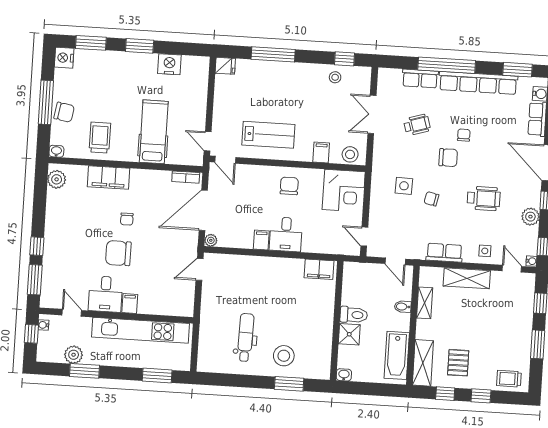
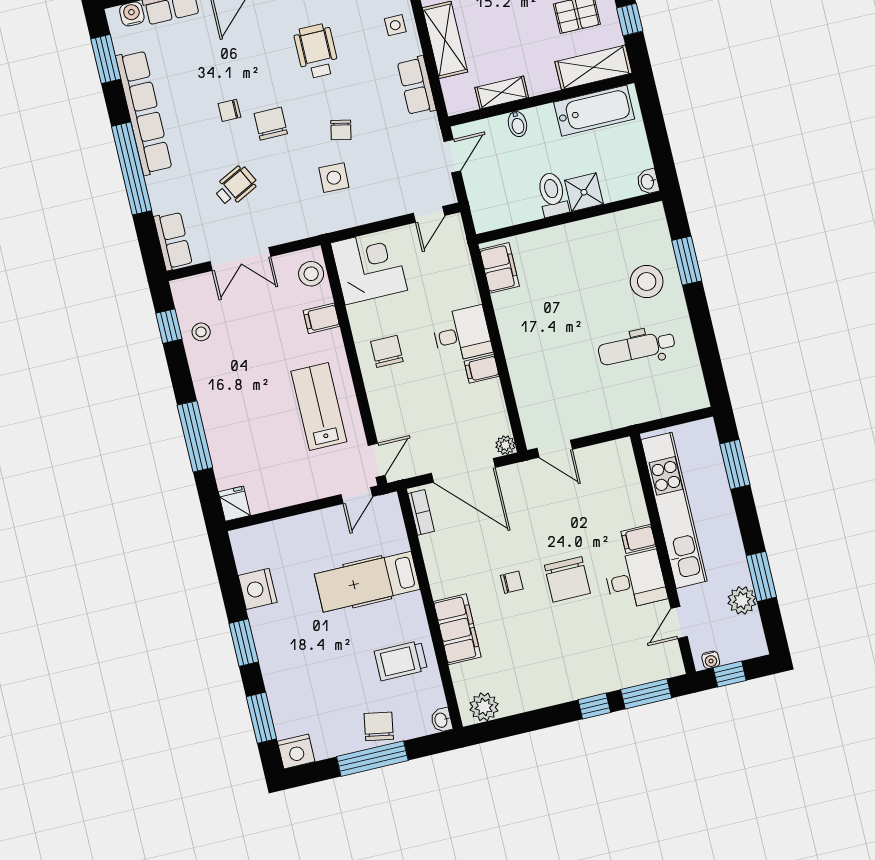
row of seats: (420, 79) -> (173, 241), moved
wheelchair: (417, 125) -> (235, 186), turned 80
chair: (289, 186) -> (387, 351), turned 90

